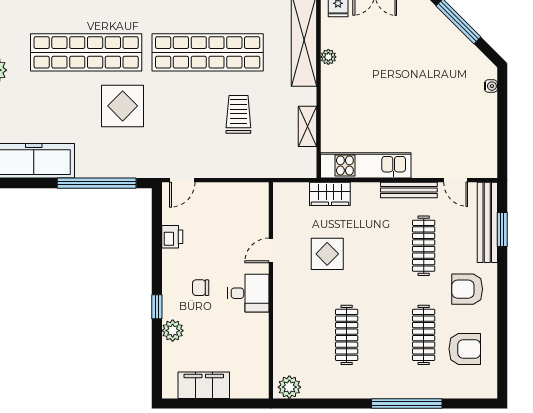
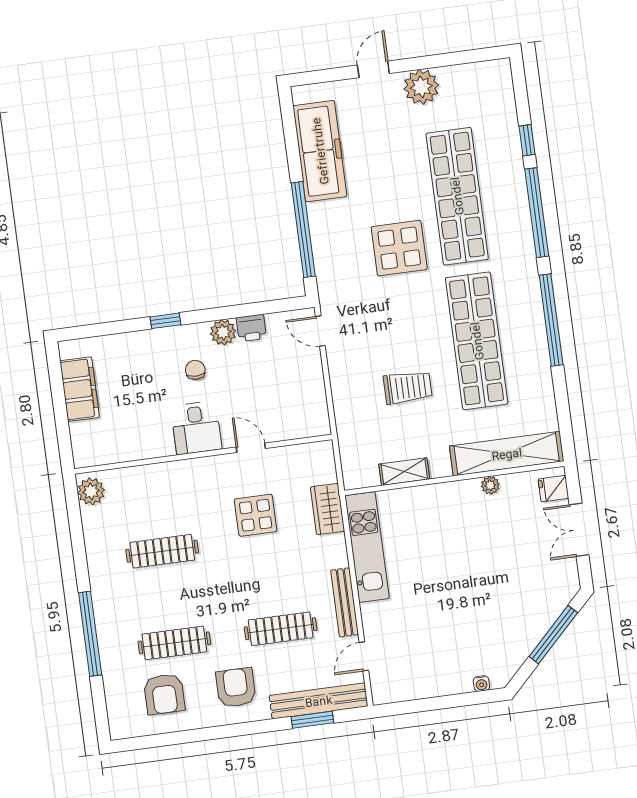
plant: (173, 331) -> (223, 332), moved

